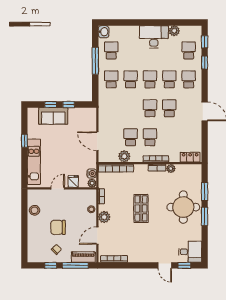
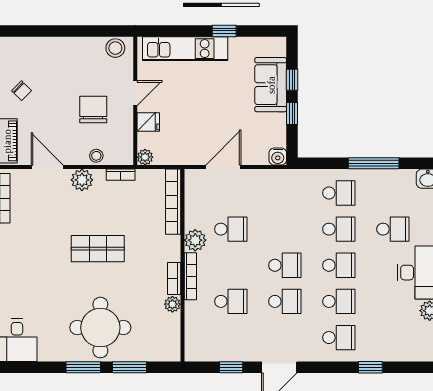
window: (205, 42) -> (231, 367), moved
school desk: (111, 50) -> (393, 229), moved
school desk: (189, 50) -> (393, 338), removed
school desk: (150, 137) -> (231, 301), moved
plant: (124, 156) -> (195, 240), moved
locker: (190, 157) -> (194, 340), removed
water cooler: (92, 173) -> (278, 157), moved
door: (58, 188) -> (135, 93), hinge flipped
stool: (35, 210) -> (115, 48), moved
chair: (58, 227) -> (93, 110), moved

